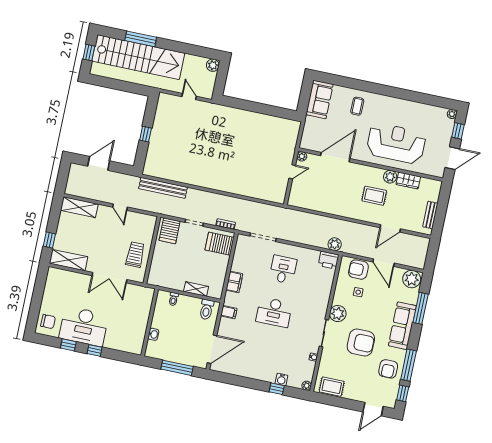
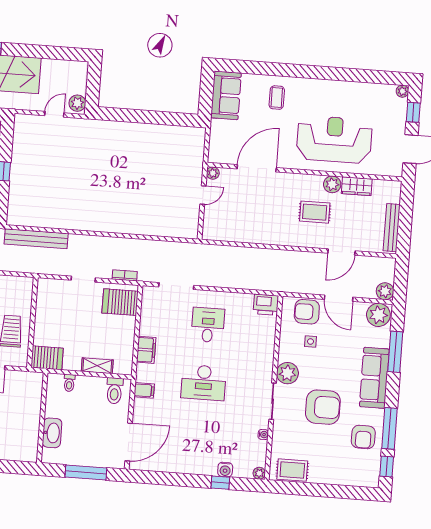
plant: (213, 65) -> (77, 103), moved
door: (189, 96) -> (54, 114), hinge flipped
bench: (430, 215) -> (392, 228), width x1.36
server rack: (170, 231) -> (47, 358), moved, turned -90
plant: (335, 244) -> (385, 291), moved
washbasin: (153, 334) -> (52, 433), width x1.91, depth x1.45
door: (373, 409) -> (351, 492), removed

